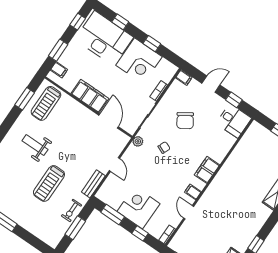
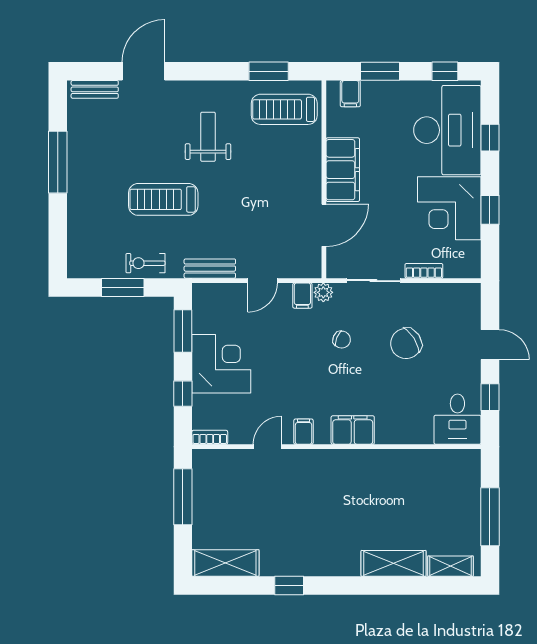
filing cabinet: (184, 78) -> (302, 296), moved

